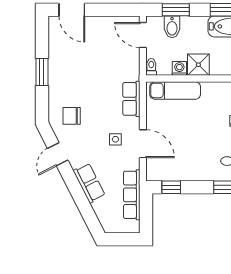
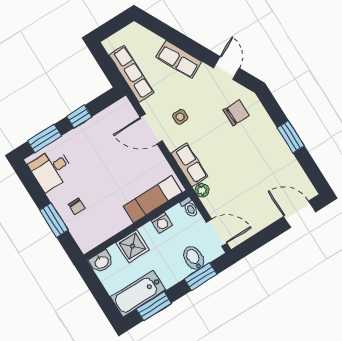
shower: (198, 65) -> (133, 246), moved
plant: (134, 74) -> (202, 190), added
window: (171, 187) -> (79, 117), moved

